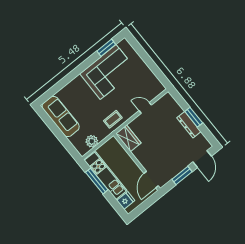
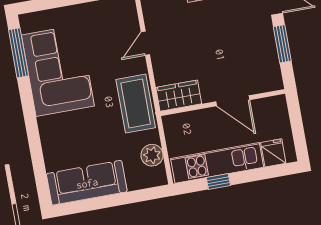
window: (106, 48) -> (19, 53), width x1.44
coffee table: (113, 119) -> (136, 104), width x1.86, depth x1.72
door: (151, 180) -> (233, 101), moved
window: (97, 181) -> (218, 182), width x0.46

